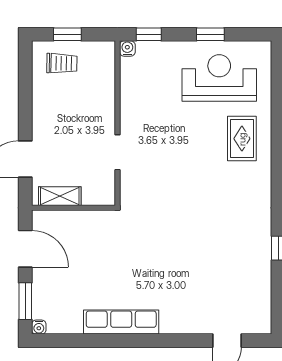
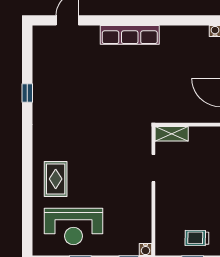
shelving: (60, 196) -> (172, 134), moved
row of seats: (121, 322) -> (130, 35), moved

